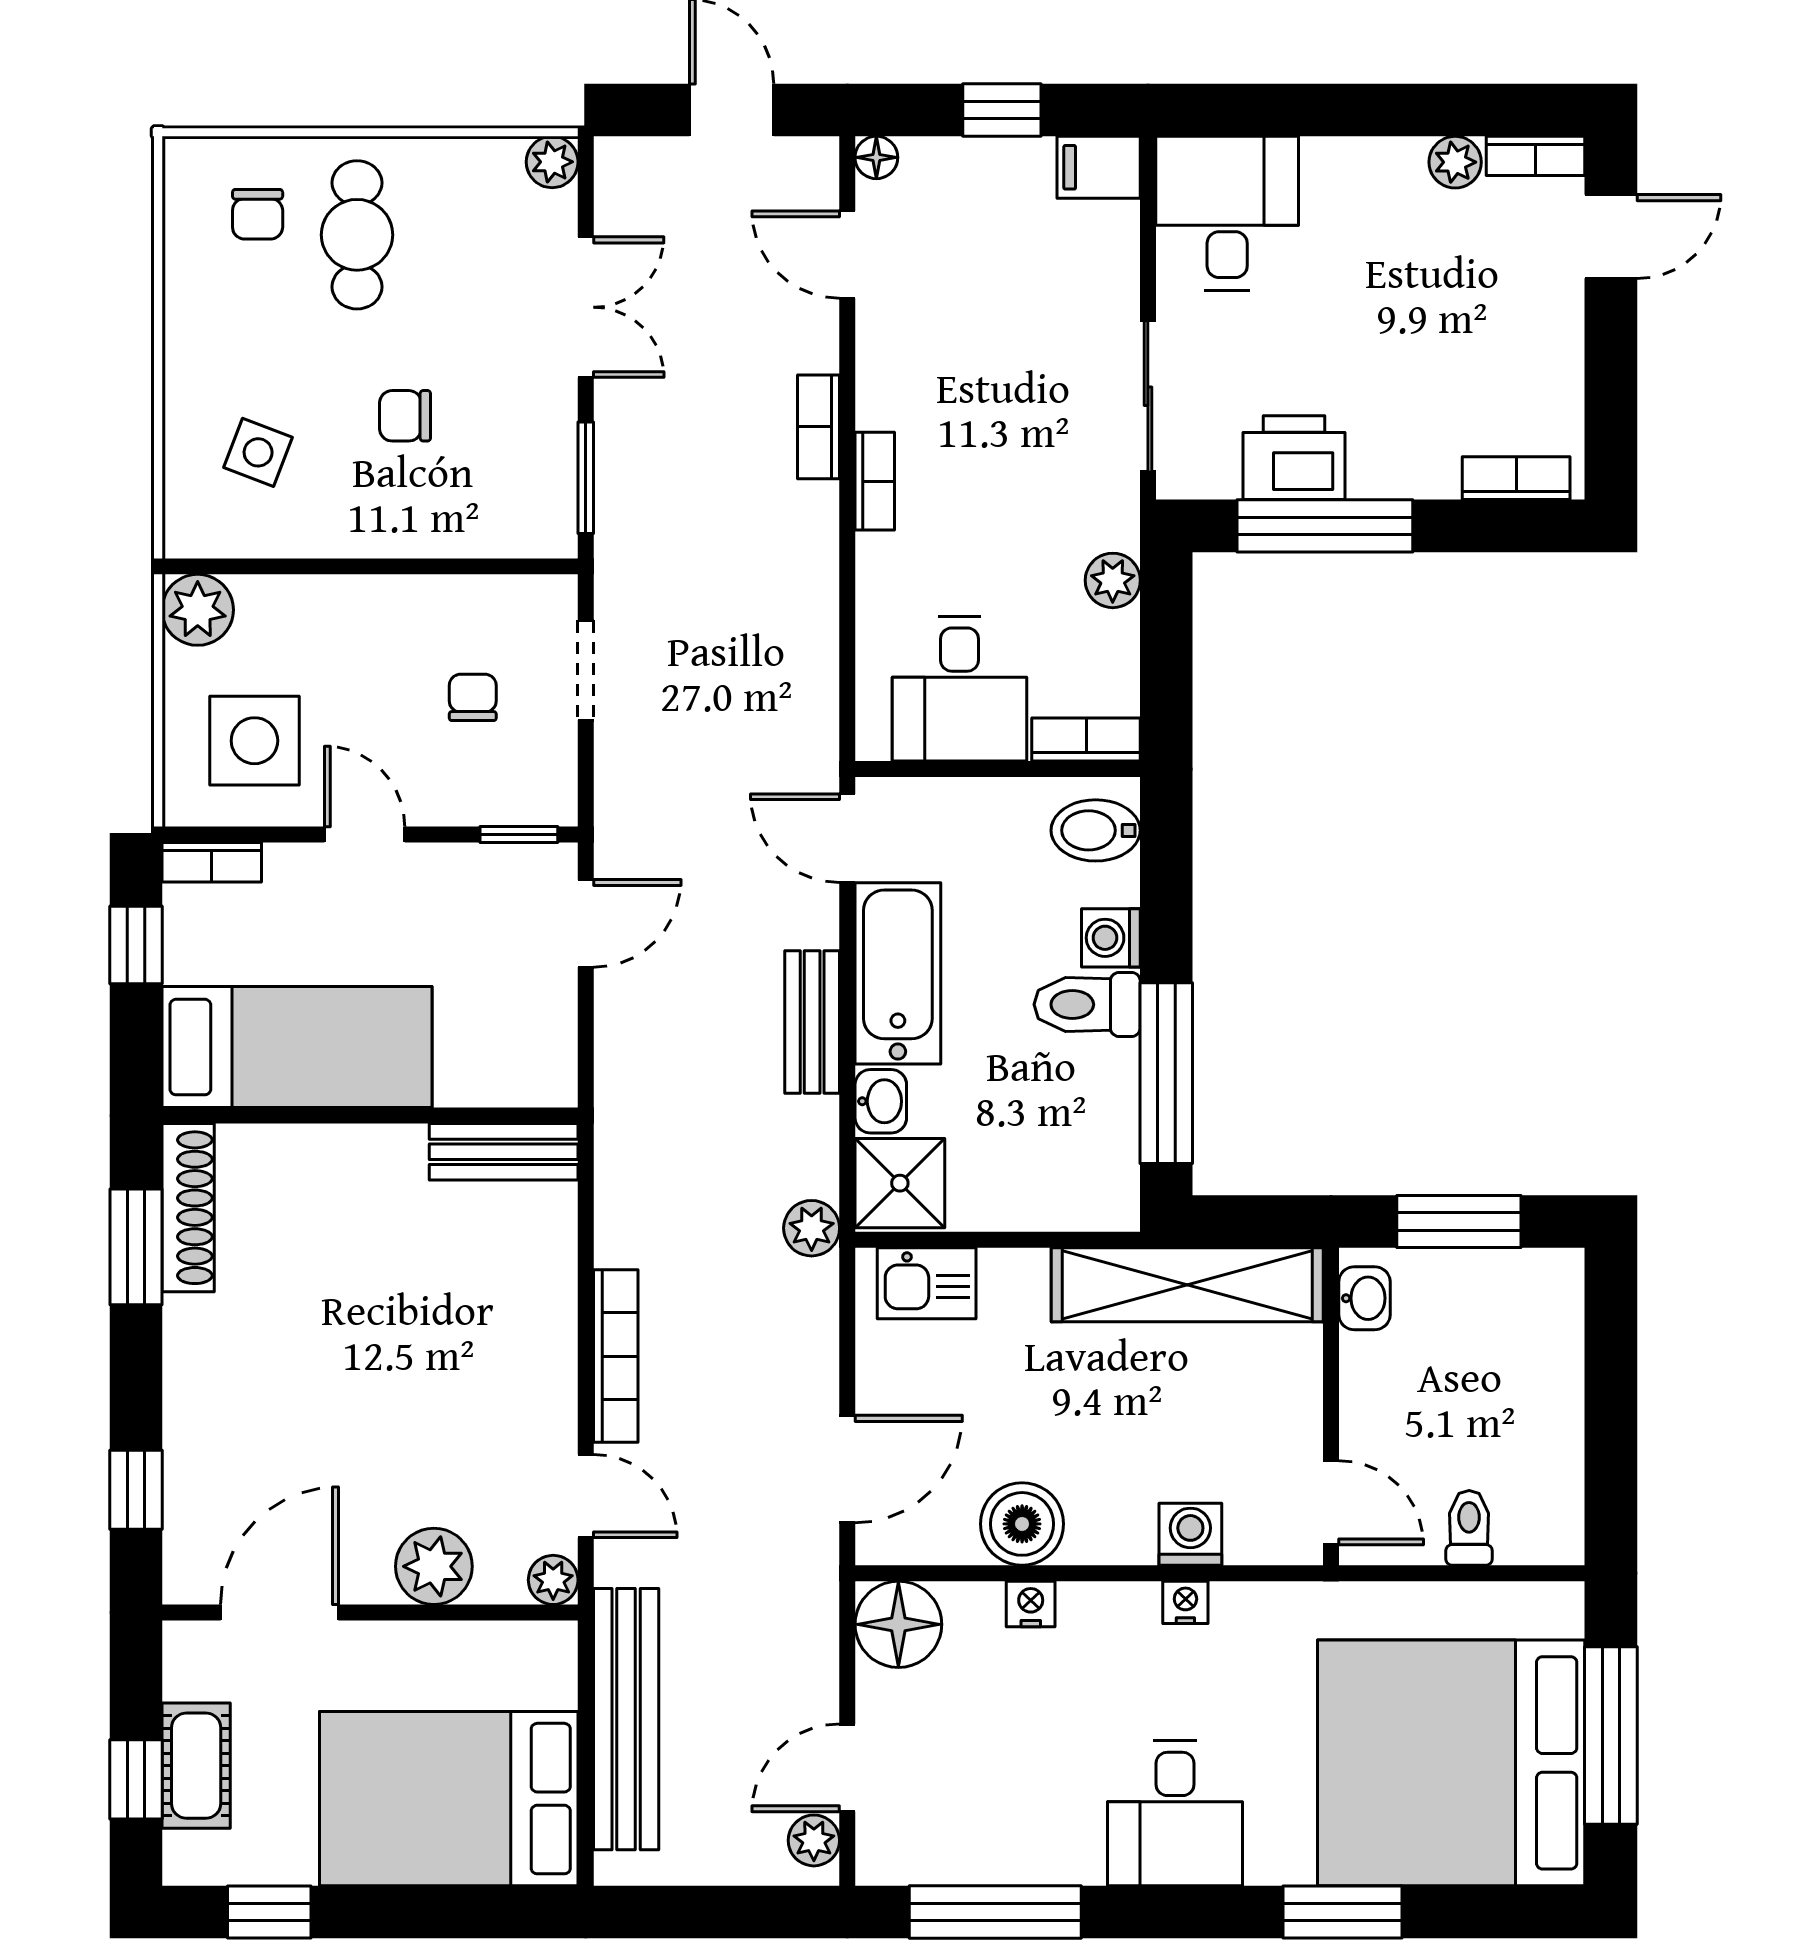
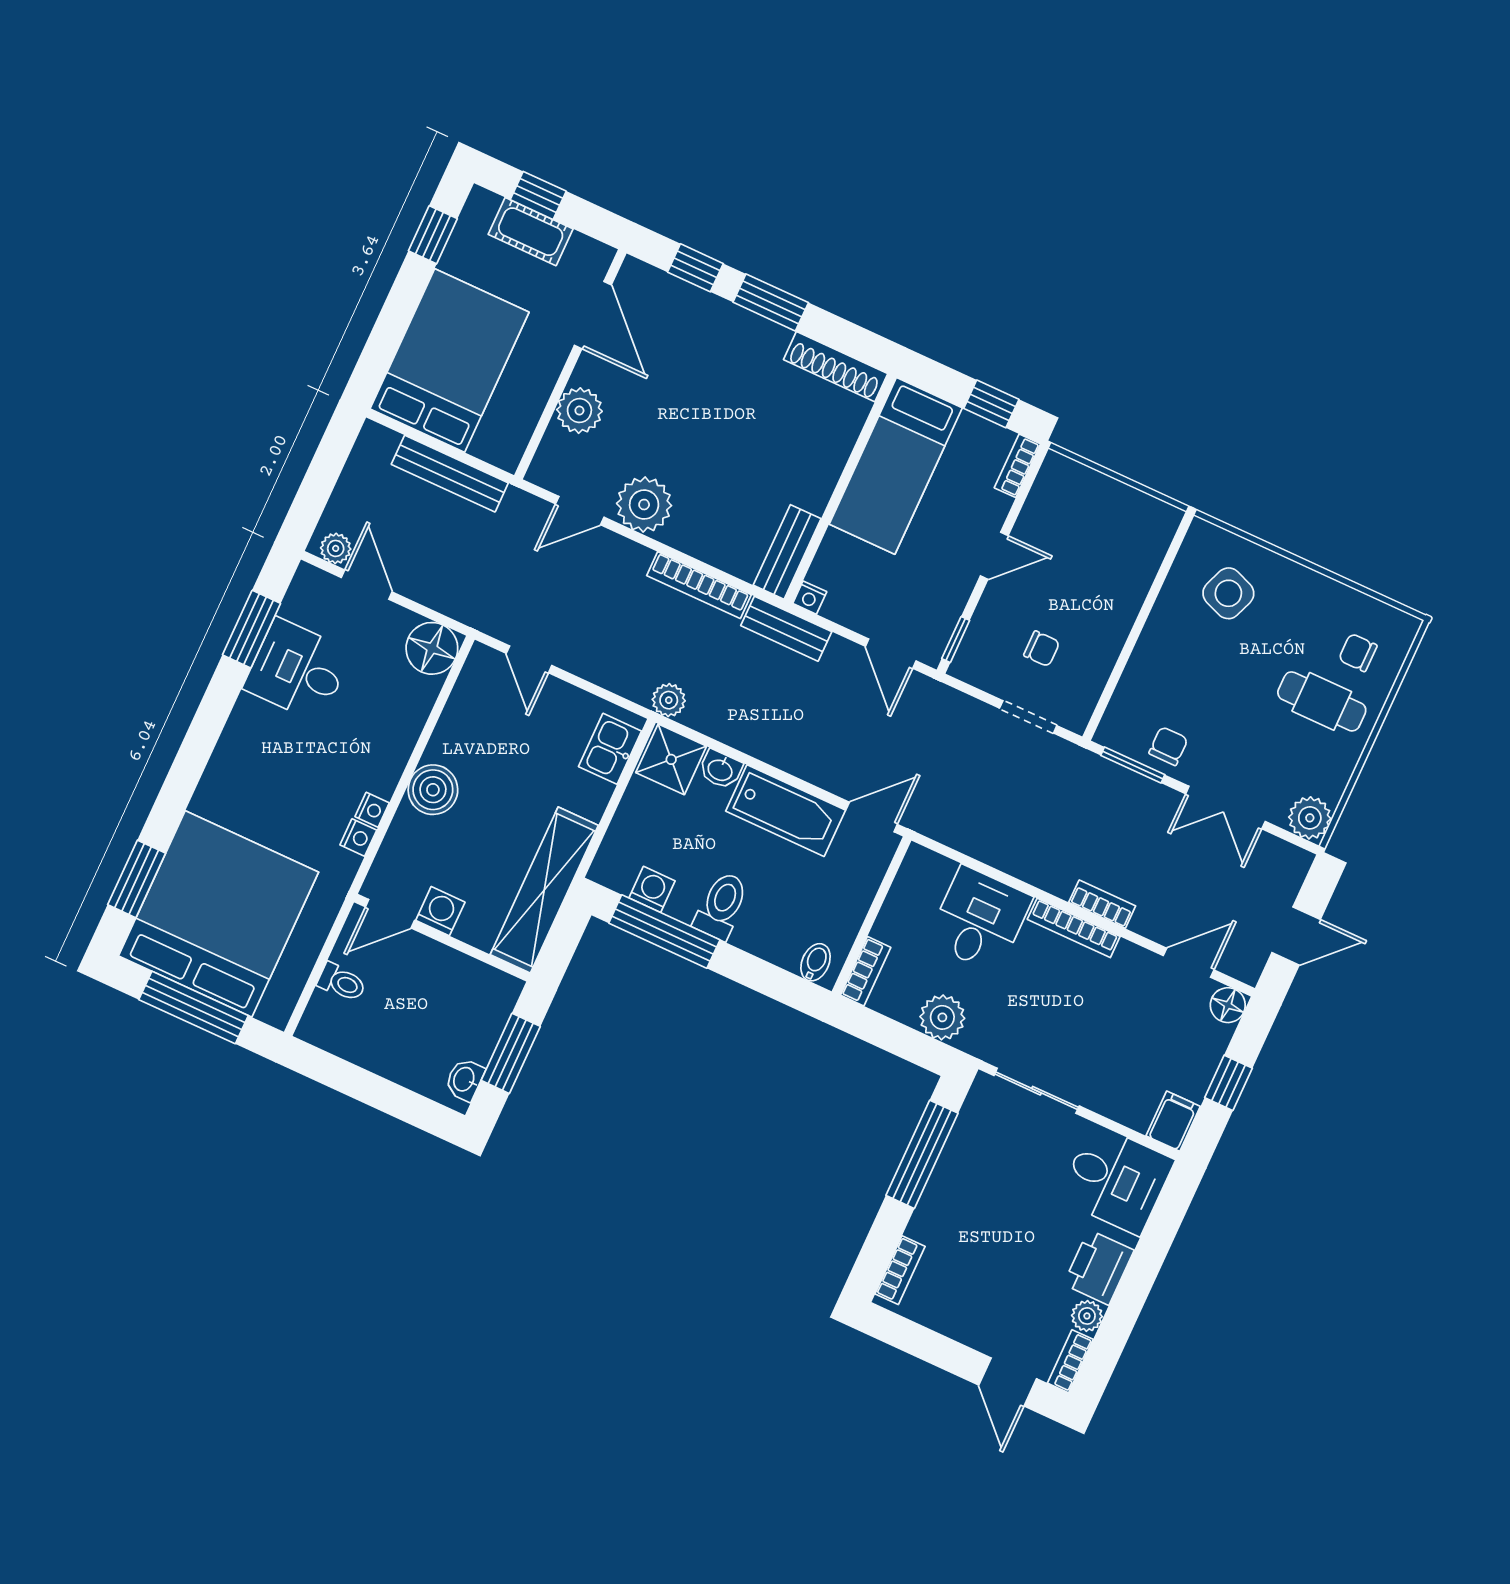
floor lamp: (876, 157) -> (1228, 1005), width x1.37, depth x1.37
plant: (552, 162) -> (1310, 818), width x1.38, depth x1.38
chair: (405, 416) -> (1168, 746), moved
side table: (258, 452) -> (1228, 593), width x1.37, depth x1.37
printer: (1294, 458) -> (1099, 1267), moved, turned 180
bookcase: (875, 481) -> (1074, 928), width x1.56
plant: (1113, 580) -> (942, 1017), width x1.38, depth x1.38
plant: (198, 610) -> (1158, 521), removed
desk: (960, 689) -> (980, 919), moved, turned 90
side table: (254, 741) -> (1073, 519), removed
bidet: (1096, 830) -> (816, 962), width x0.72, depth x0.74
washing machine: (1111, 938) -> (652, 889), moved
bench: (812, 1022) -> (786, 629), moved
nightstand: (557, 1086) -> (810, 598), added
window: (136, 1247) -> (771, 302), moved
washbasin: (1364, 1298) -> (465, 1080), moved, turned 90
bookcase: (616, 1356) -> (699, 585), moved
door: (847, 1469) -> (529, 659), width x0.73
boiler: (1022, 1524) -> (433, 790), moved
washing machine: (1190, 1534) -> (440, 911), moved, turned -90
plant: (553, 1580) -> (644, 505), moved, width x1.87, depth x1.87
nightstand: (1031, 1604) -> (358, 838), moved
bench: (626, 1719) -> (450, 474), width x0.73, depth x0.82
desk: (1175, 1813) -> (298, 670), moved
window: (995, 1912) -> (252, 629), width x0.69
window: (1342, 1912) -> (137, 879), moved

